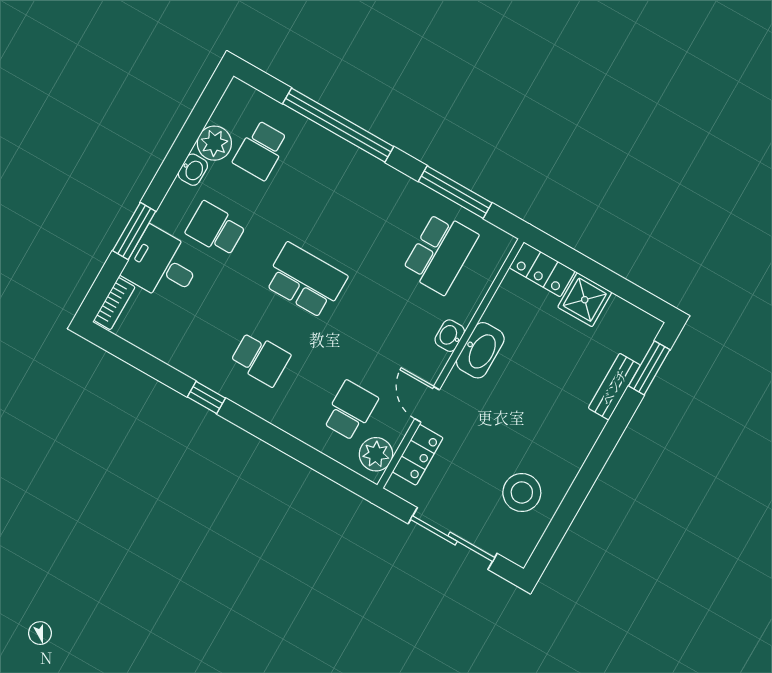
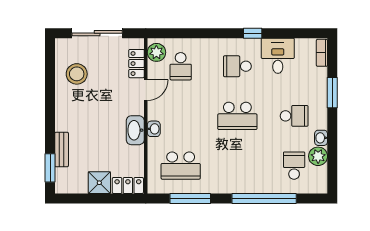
school desk: (440, 253) -> (181, 166), turned -90
desk: (162, 265) -> (278, 56), moved, turned -90
door: (427, 404) -> (146, 90), hinge flipped

